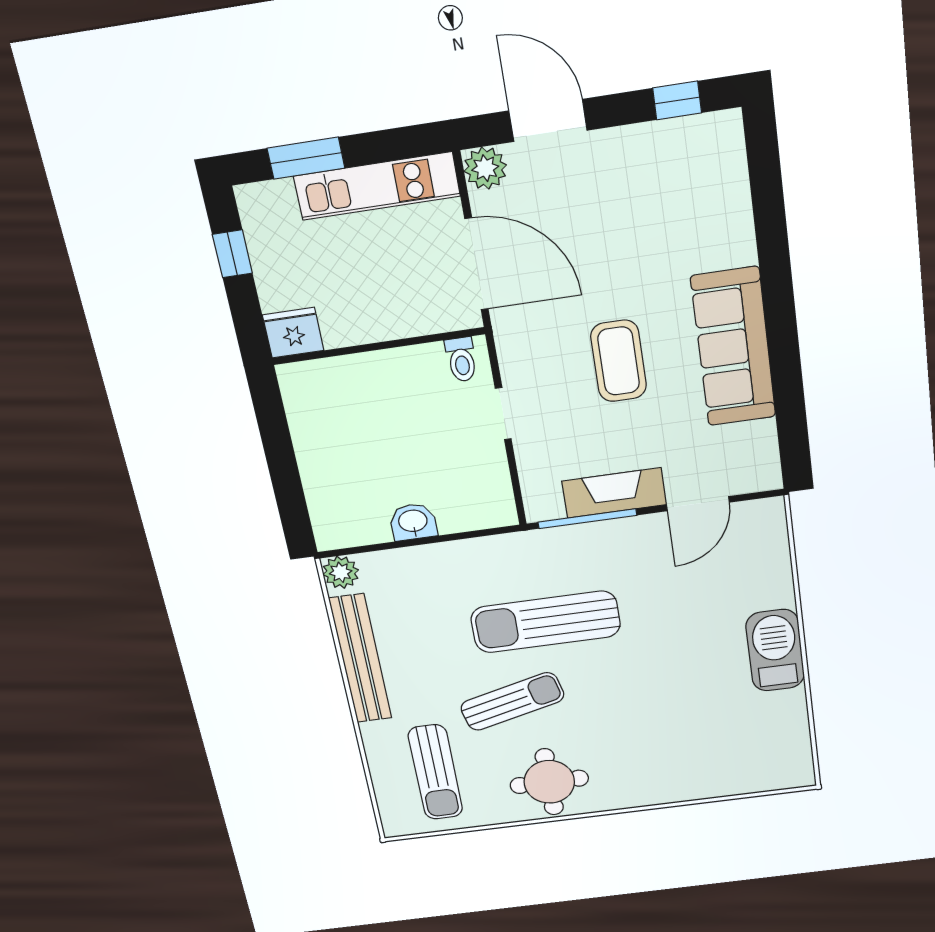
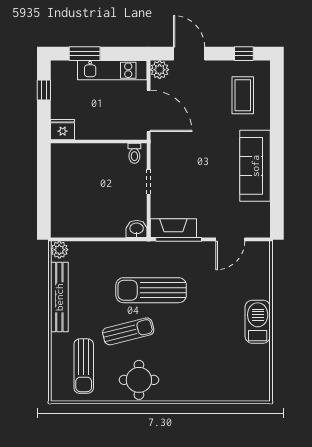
coffee table: (619, 361) -> (243, 95), moved
fireplace: (614, 493) -> (173, 228), moved
washbasin: (413, 522) -> (137, 229), moved

